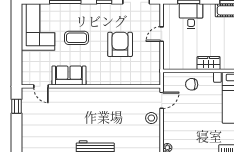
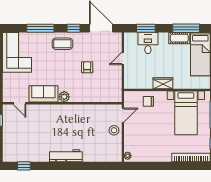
coffee table: (76, 38) -> (62, 44), moved
armchair: (120, 44) -> (87, 67), width x0.53, depth x0.53
plant: (93, 79) -> (64, 97), added

